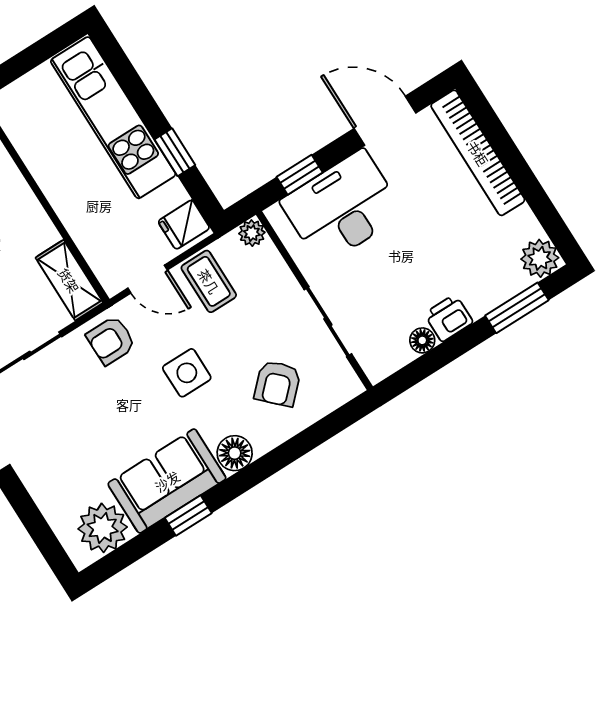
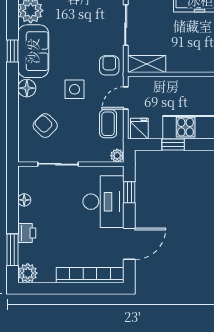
coffee table: (209, 281) -> (108, 124), turned 90
printer: (449, 318) -> (27, 233), moved

